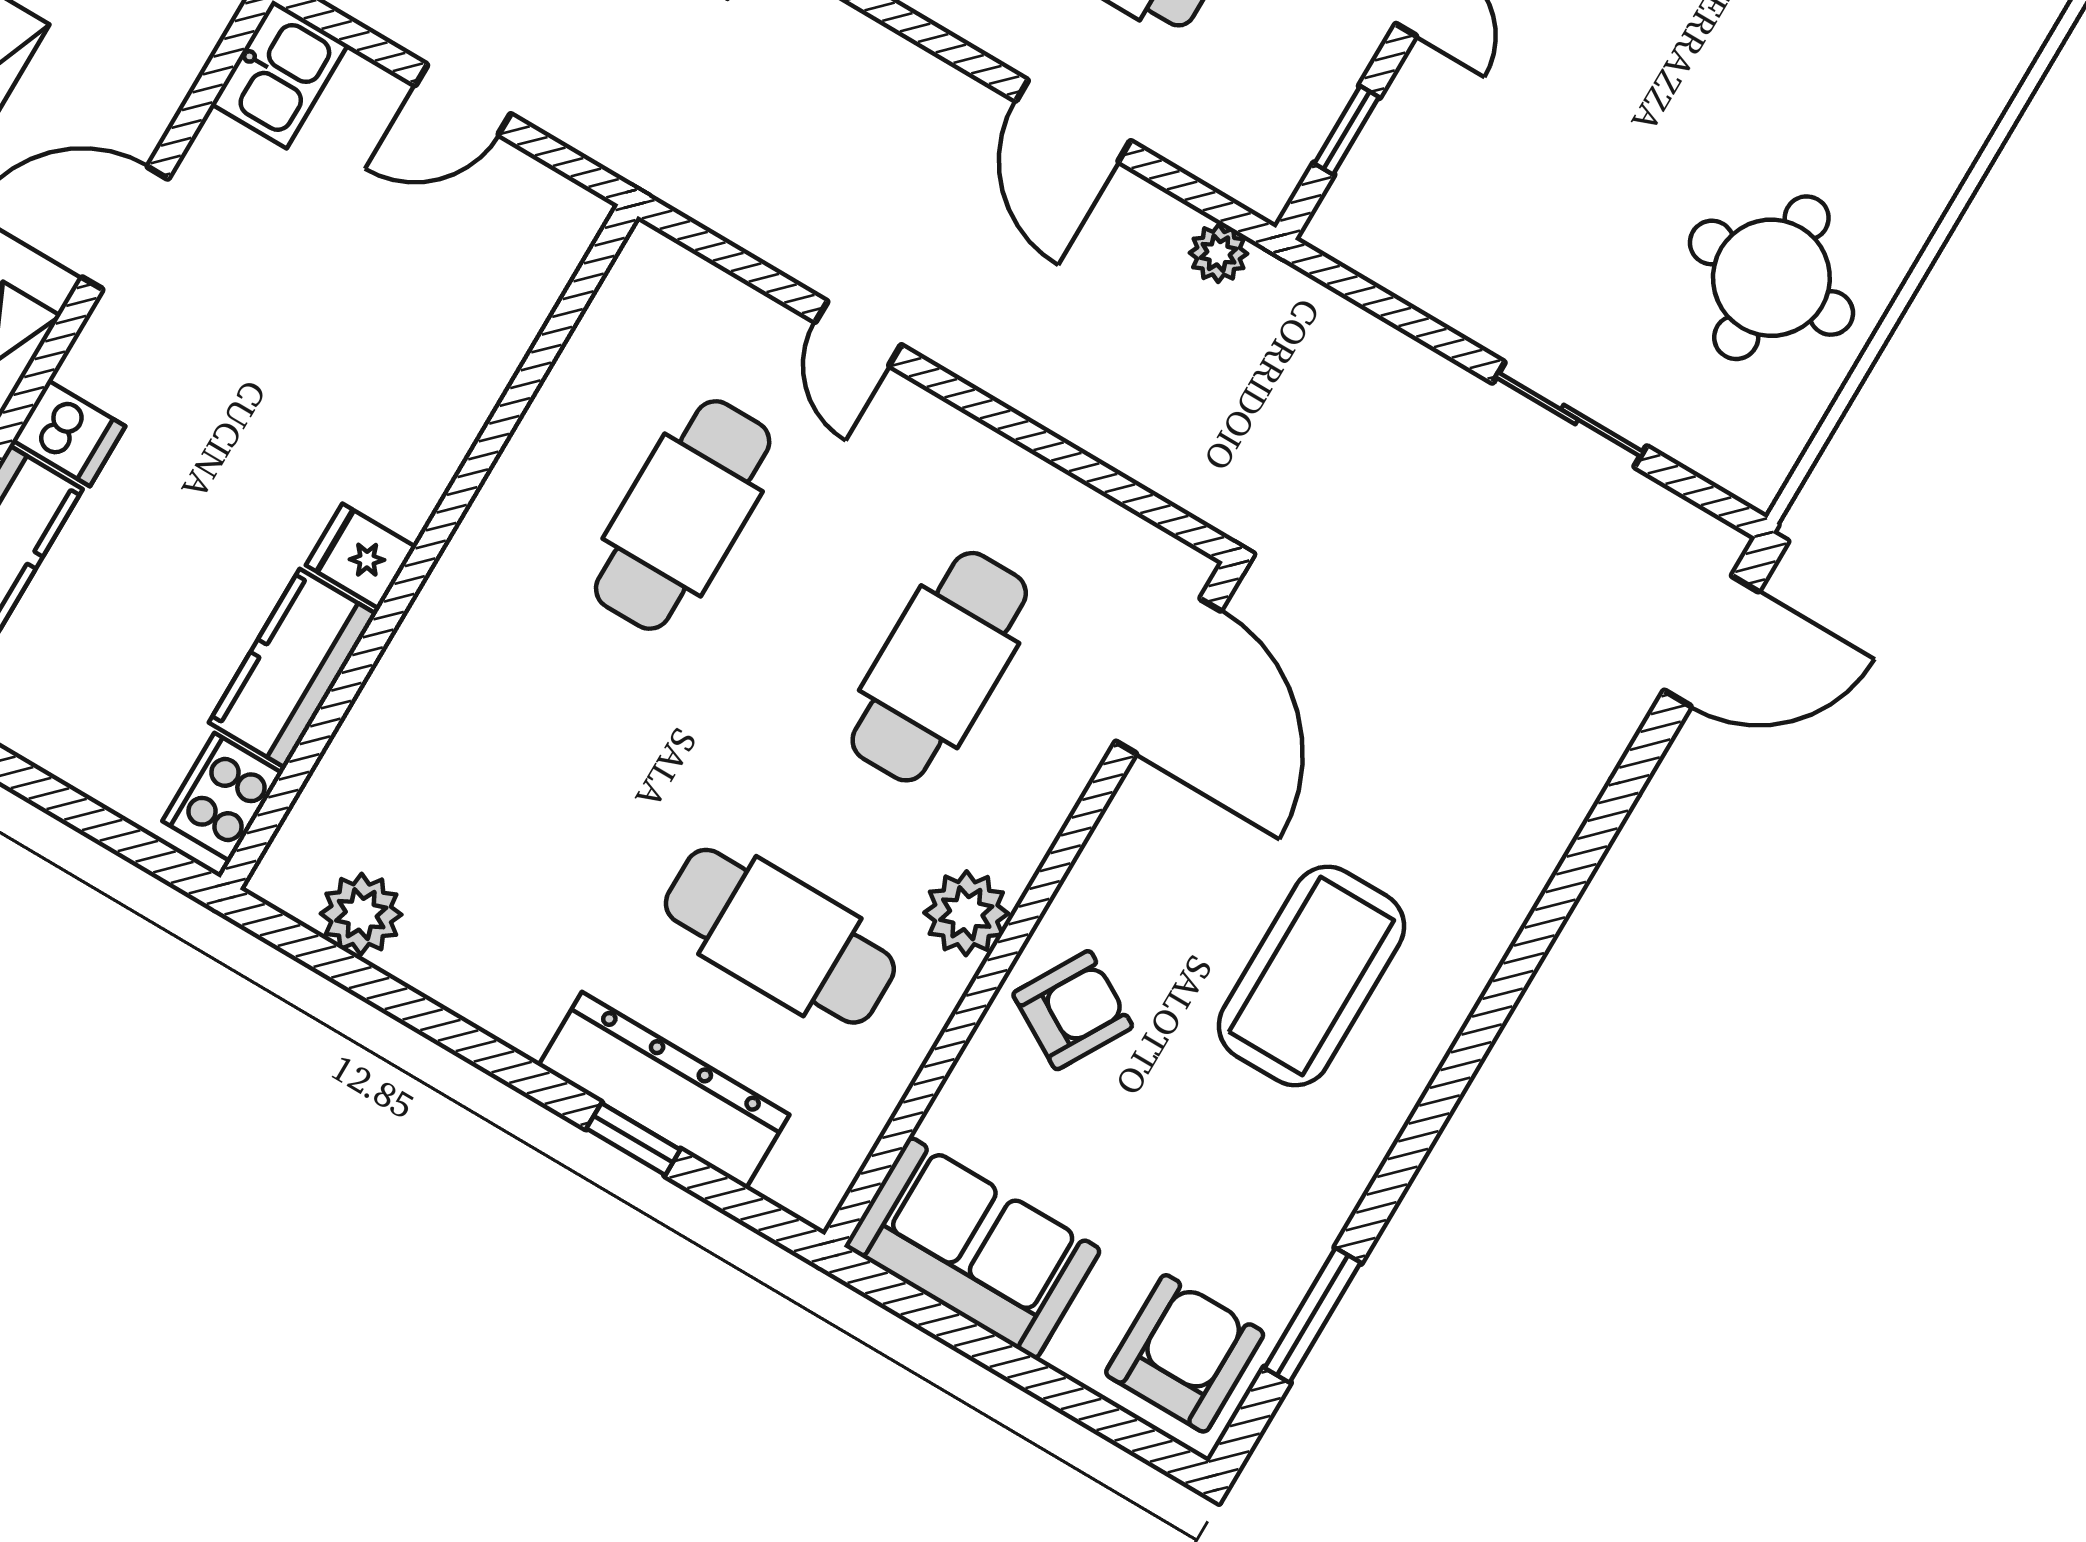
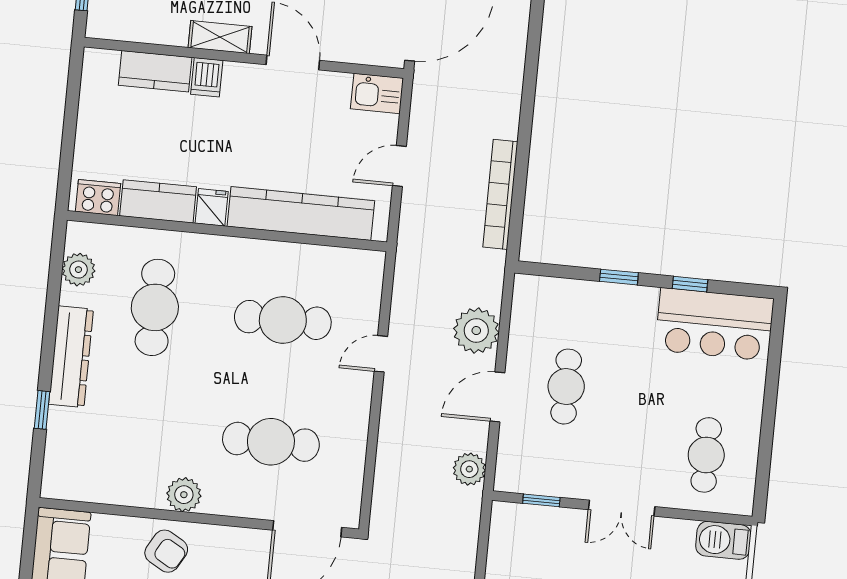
plant: (905, 99) -> (476, 331), added
door: (463, 100) -> (399, 166), hinge flipped
plant: (1218, 253) -> (469, 469), width x1.38, depth x1.38
kitchen counter: (466, 366) -> (301, 214), added
cafe table: (780, 936) -> (155, 307), moved
dresser: (664, 1090) -> (71, 357), moved

